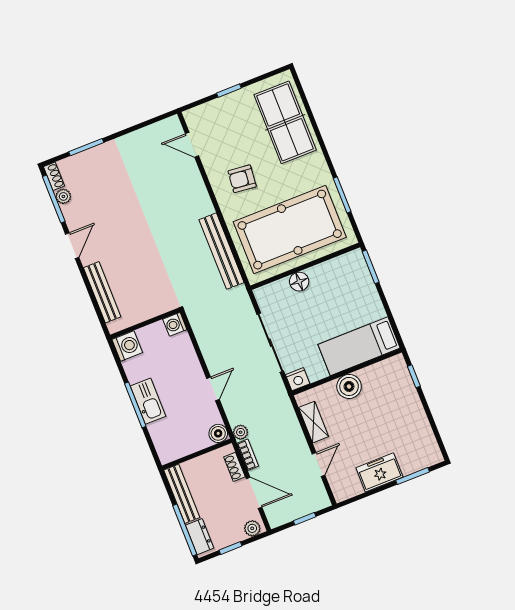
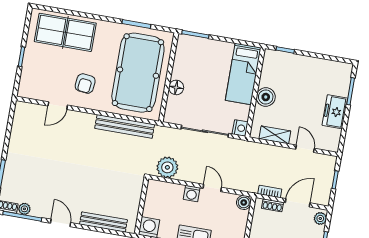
door: (192, 145) -> (58, 106), moved
washing machine: (175, 324) -> (192, 194), moved
plant: (241, 432) -> (167, 167), moved, width x1.88, depth x1.88

